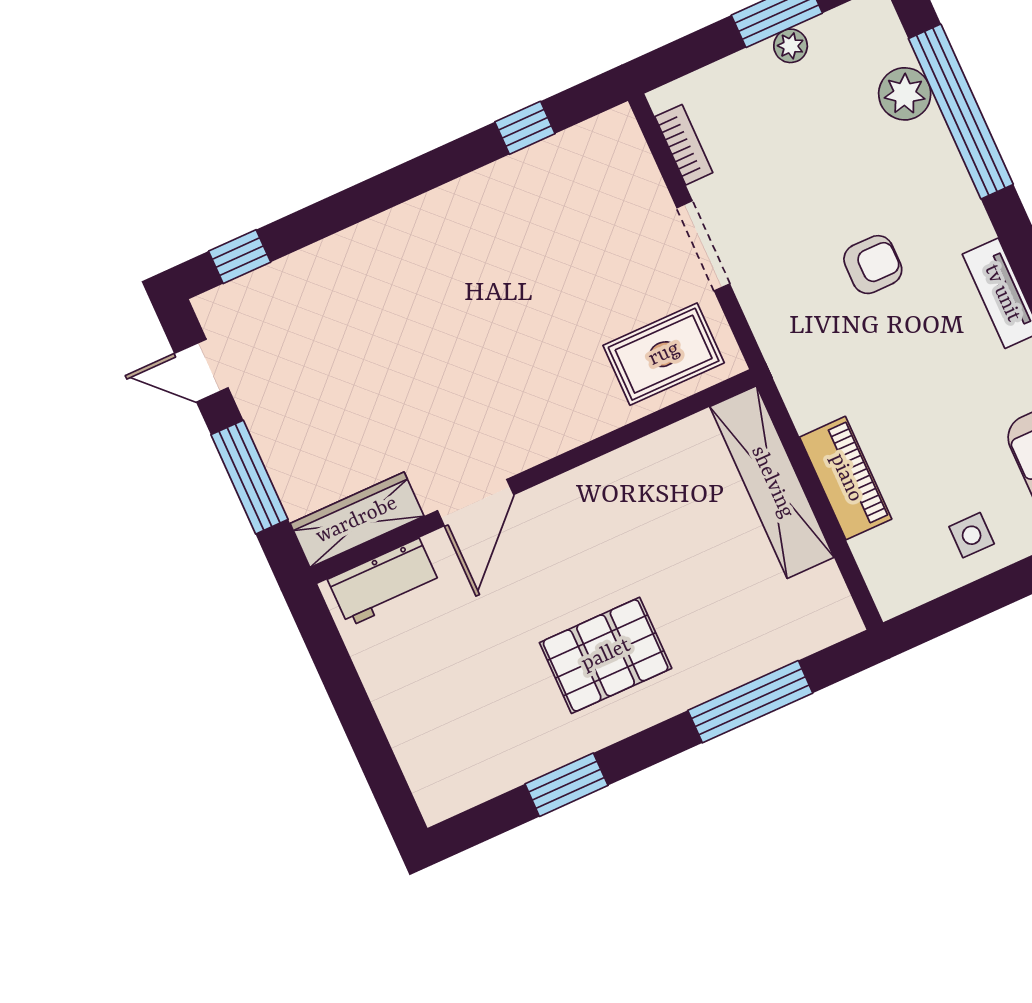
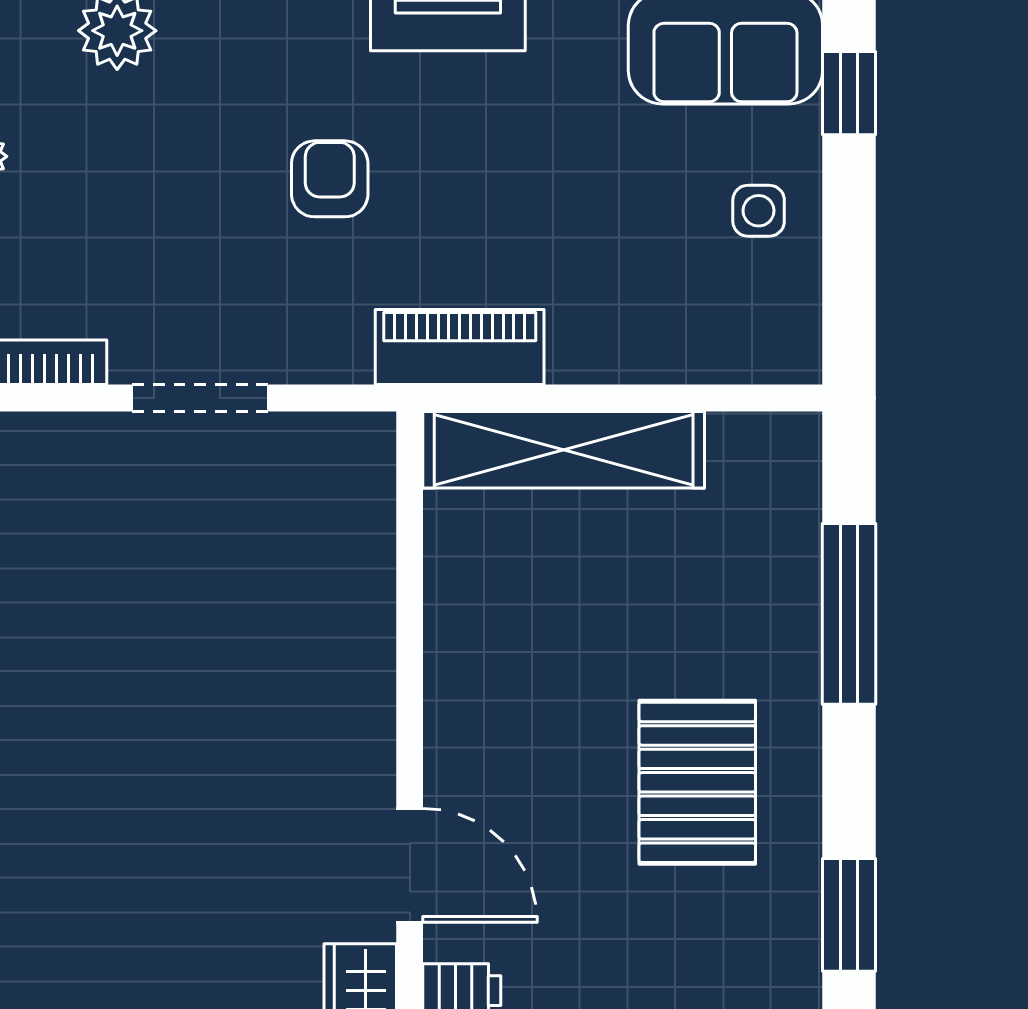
rug: (664, 354) -> (323, 518), removed
piano: (846, 478) -> (460, 347), moved

